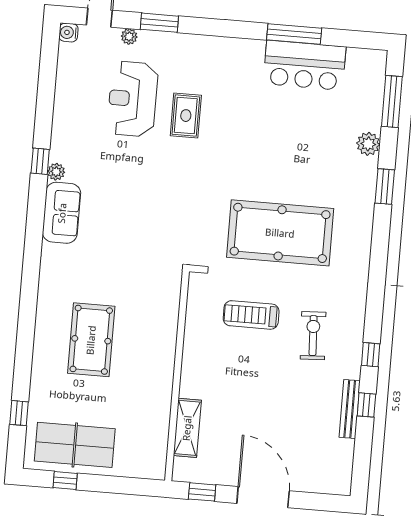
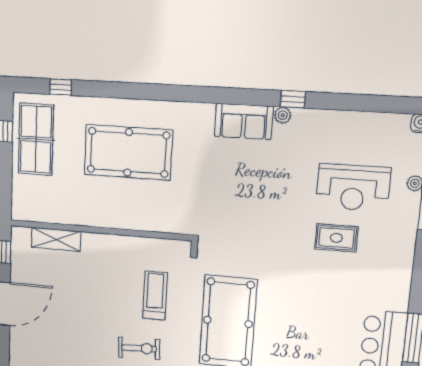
reception desk: (133, 99) -> (353, 187), turned 180
pool table: (91, 340) -> (128, 152), width x1.36, depth x1.32

